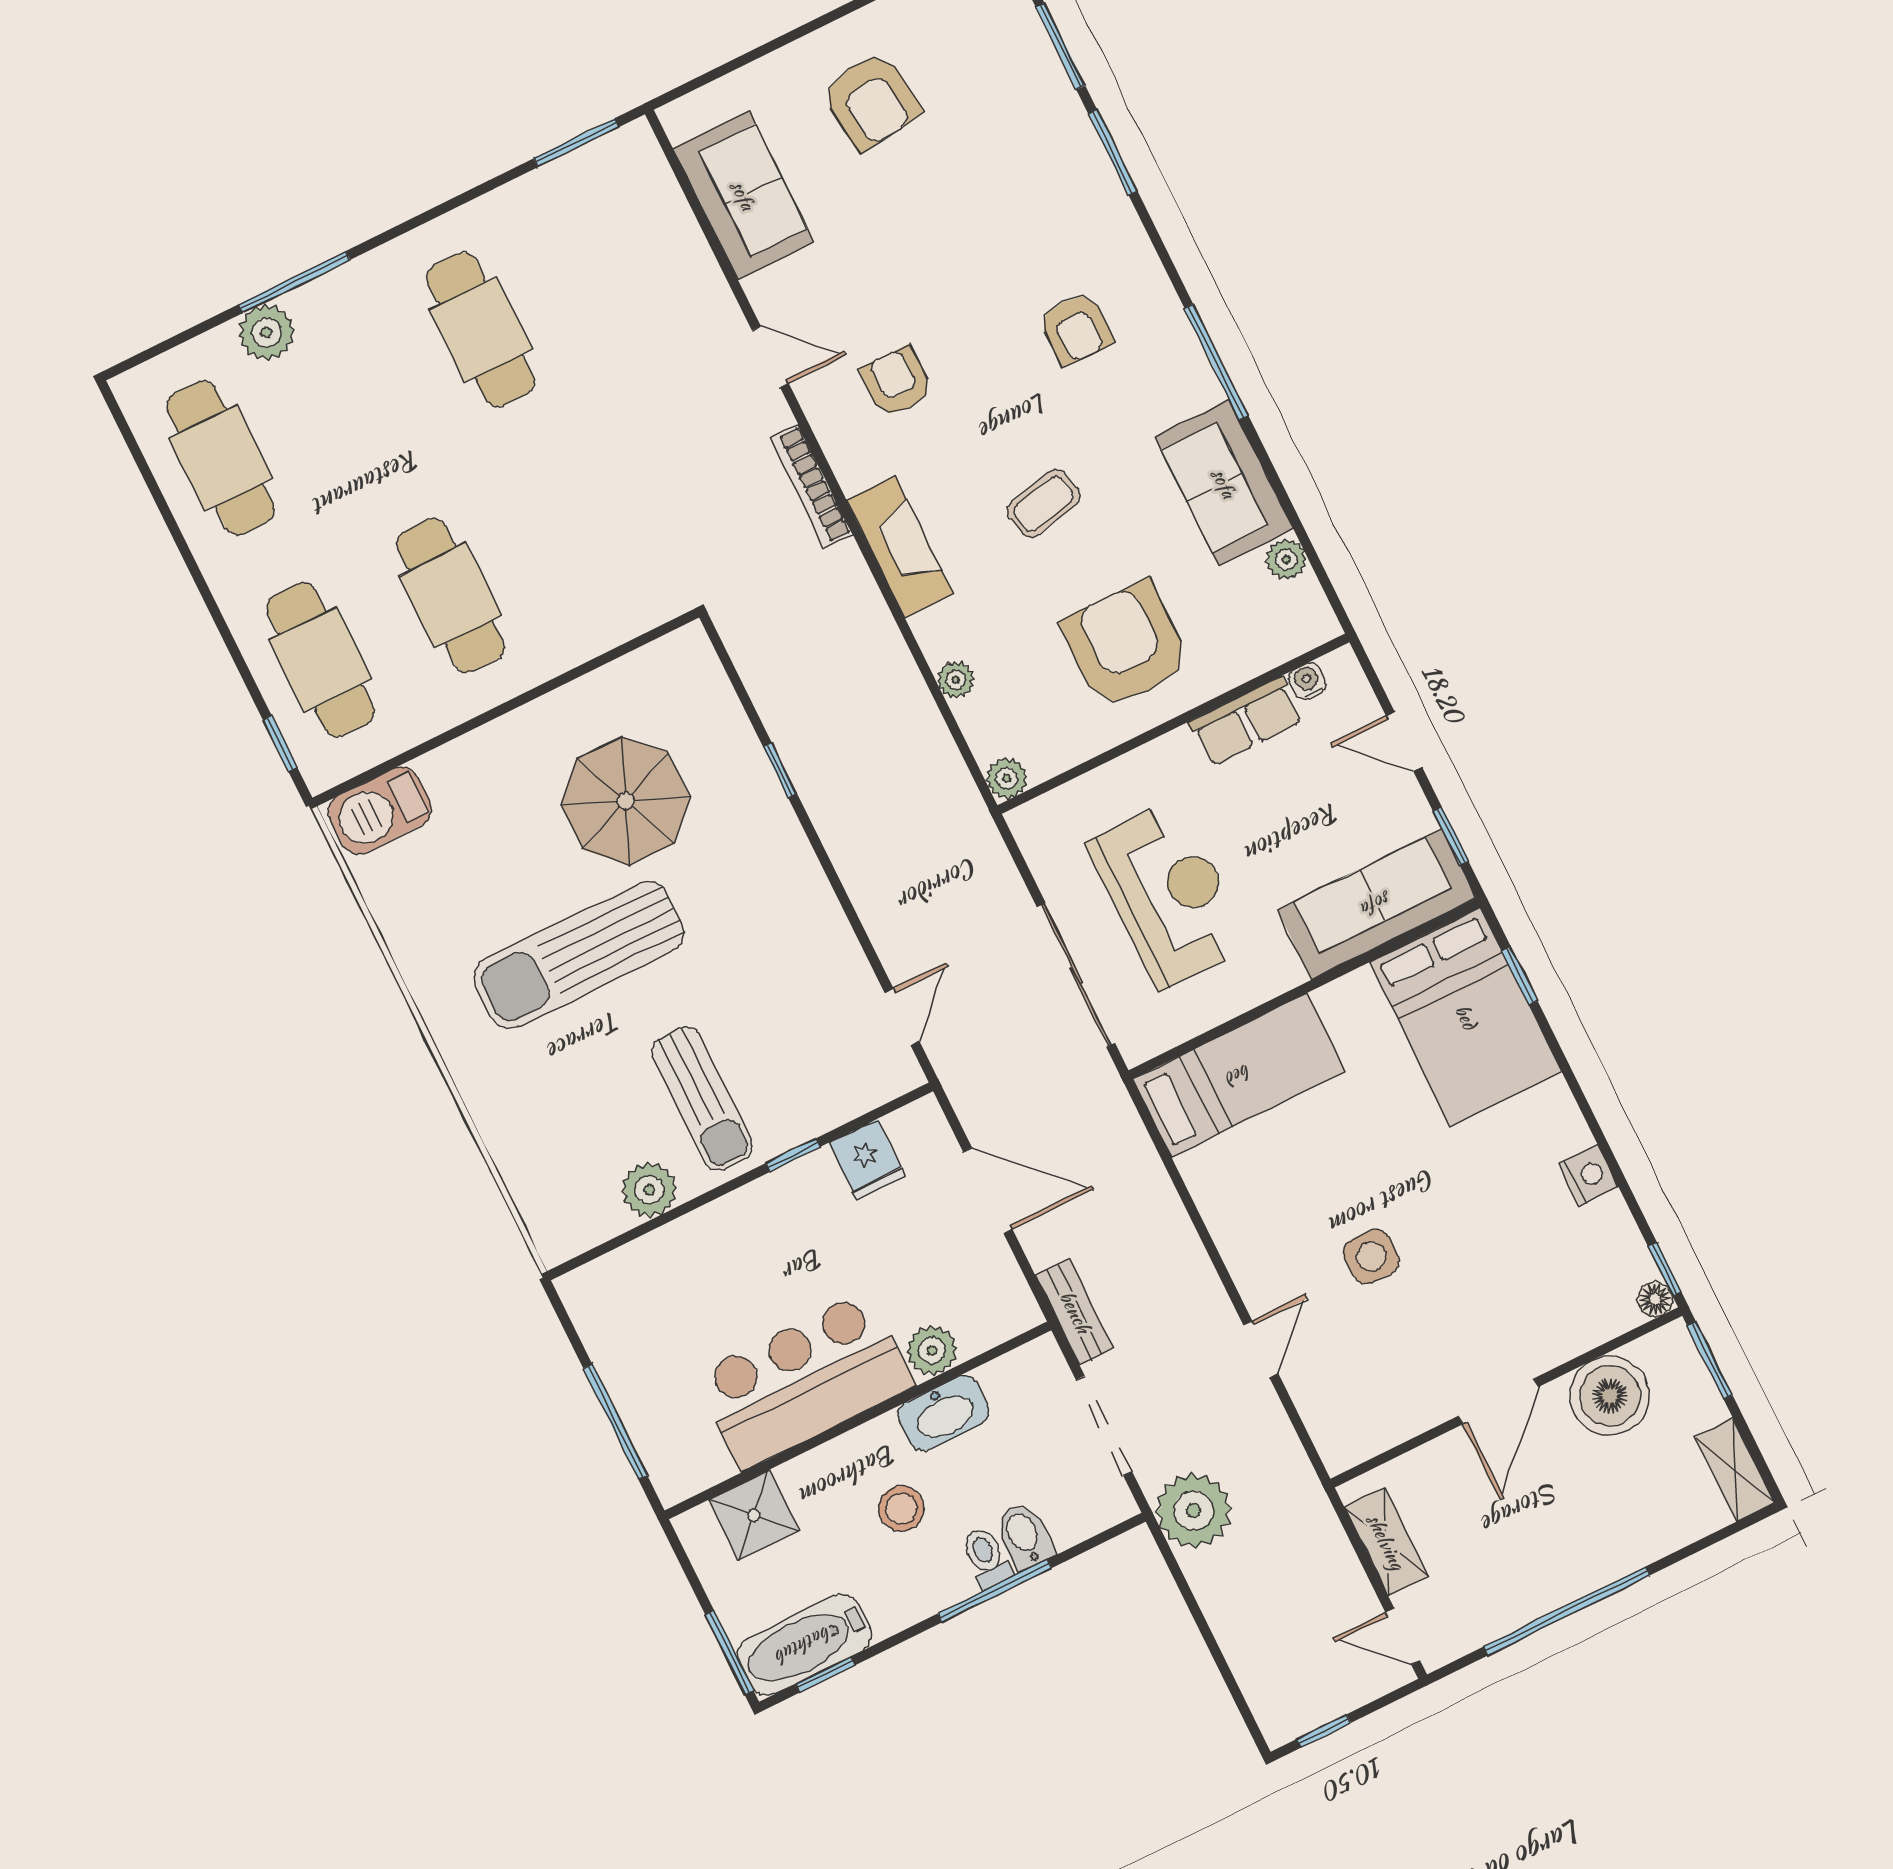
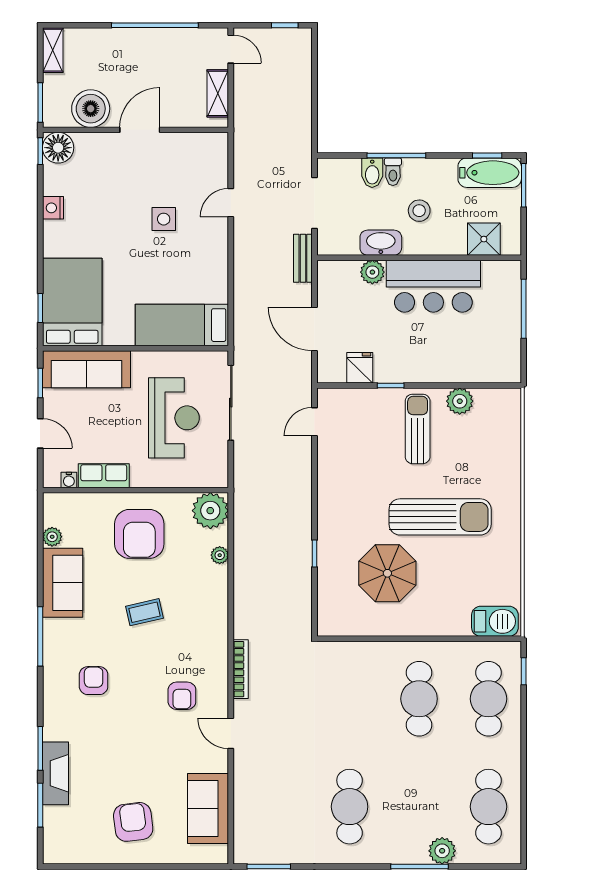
fireplace: (900, 547) -> (56, 773), moved, turned 180
plant: (1007, 778) -> (210, 511), width x1.87, depth x1.87
reception desk: (1168, 894) -> (174, 418), turned 180
floor lamp: (1655, 1299) -> (58, 148), width x1.89, depth x1.89
plant: (1194, 1511) -> (294, 148), removed

